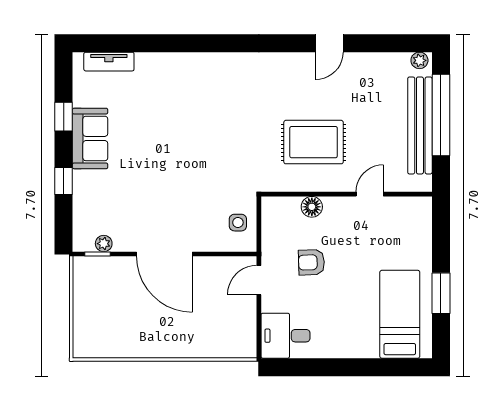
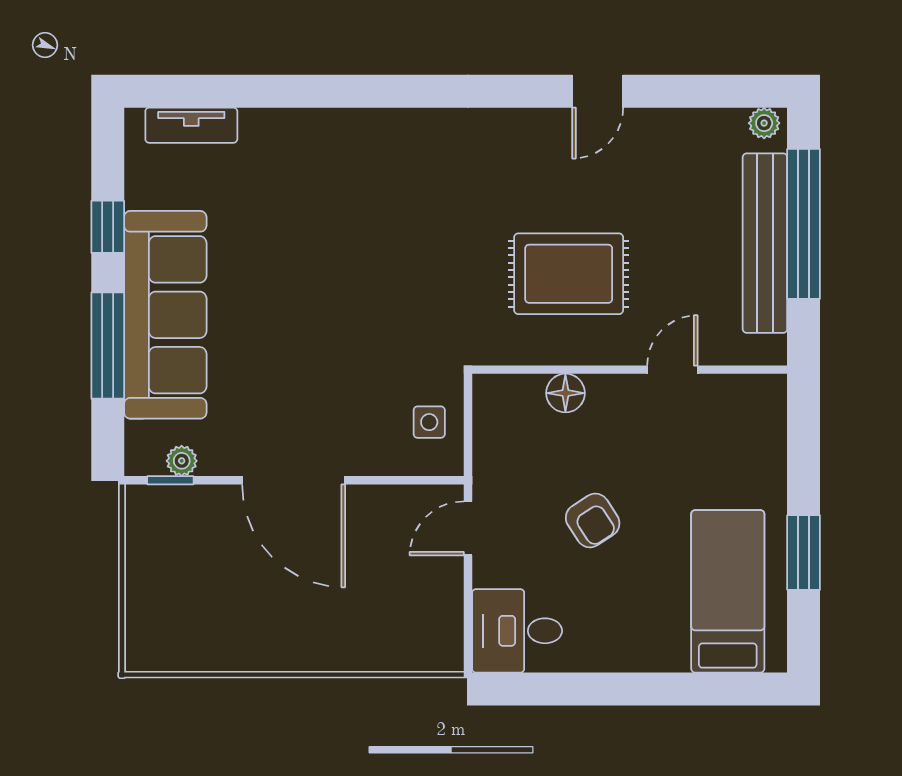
sofa: (90, 138) -> (165, 315), width x1.85, depth x1.27
window: (64, 181) -> (108, 346), width x2.17
armchair: (311, 262) -> (593, 520), moved, turned -121

